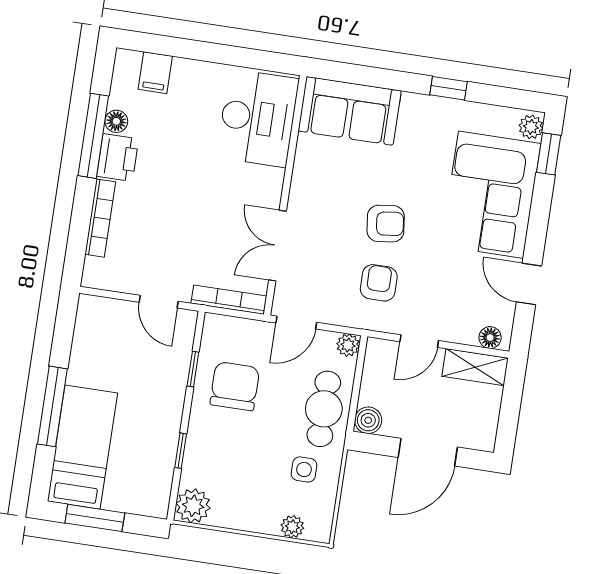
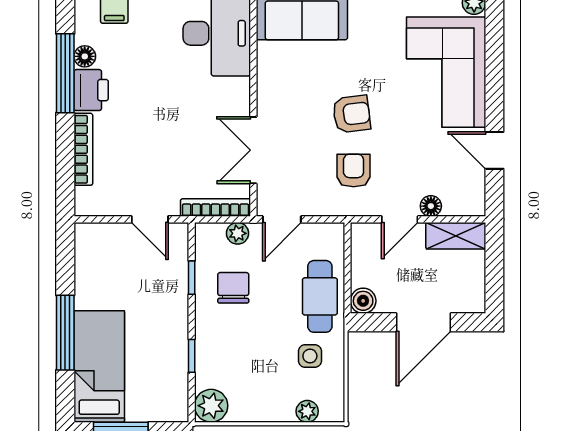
window: (549, 154) -> (494, 26), removed
floor lamp: (490, 338) -> (431, 206), moved
plant: (348, 345) -> (238, 233), moved
chair: (235, 386) -> (233, 288), width x0.73, depth x0.73

